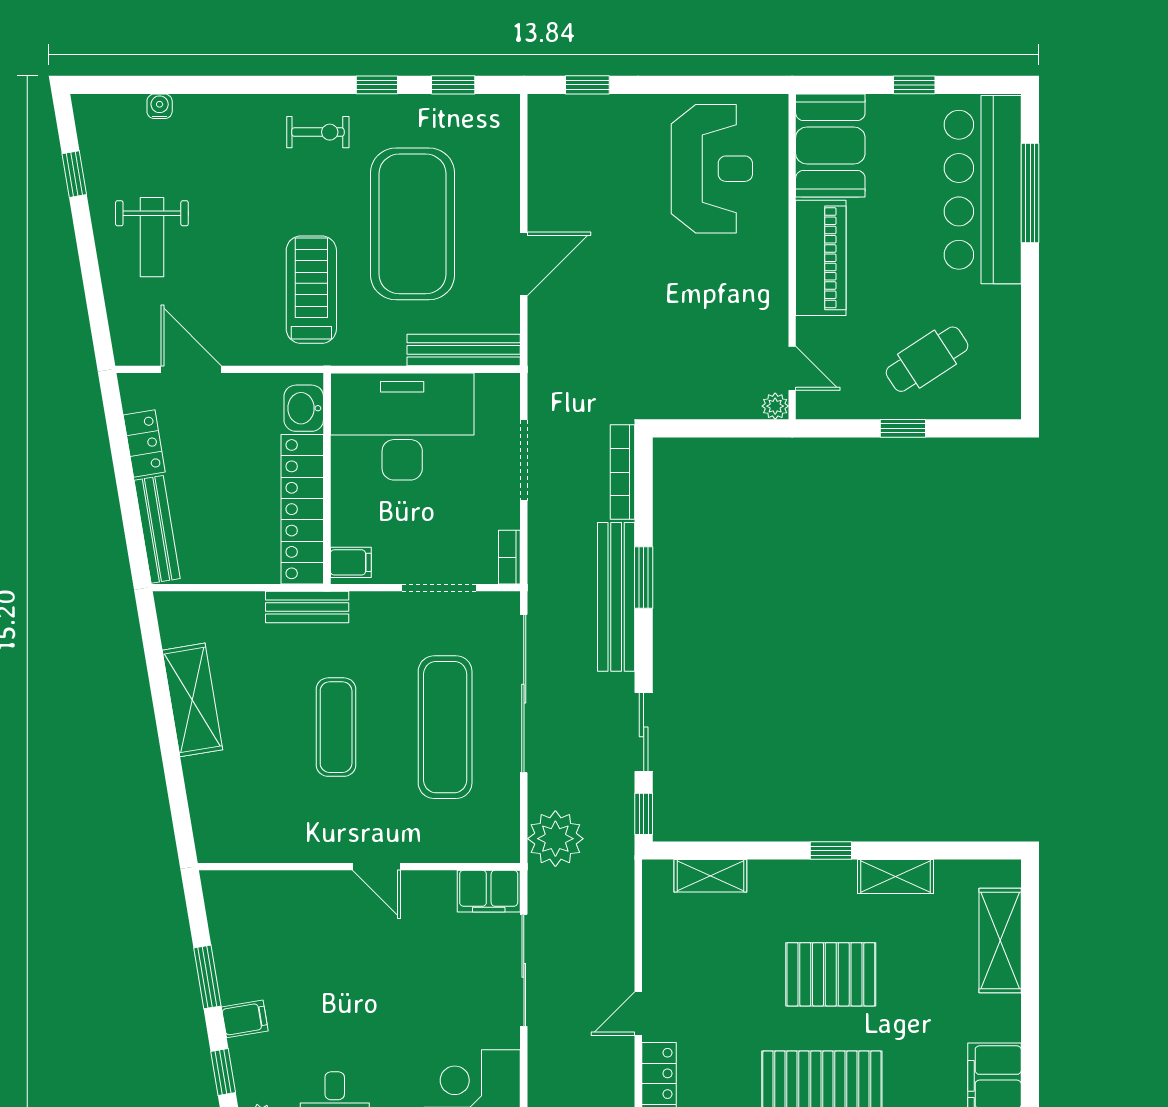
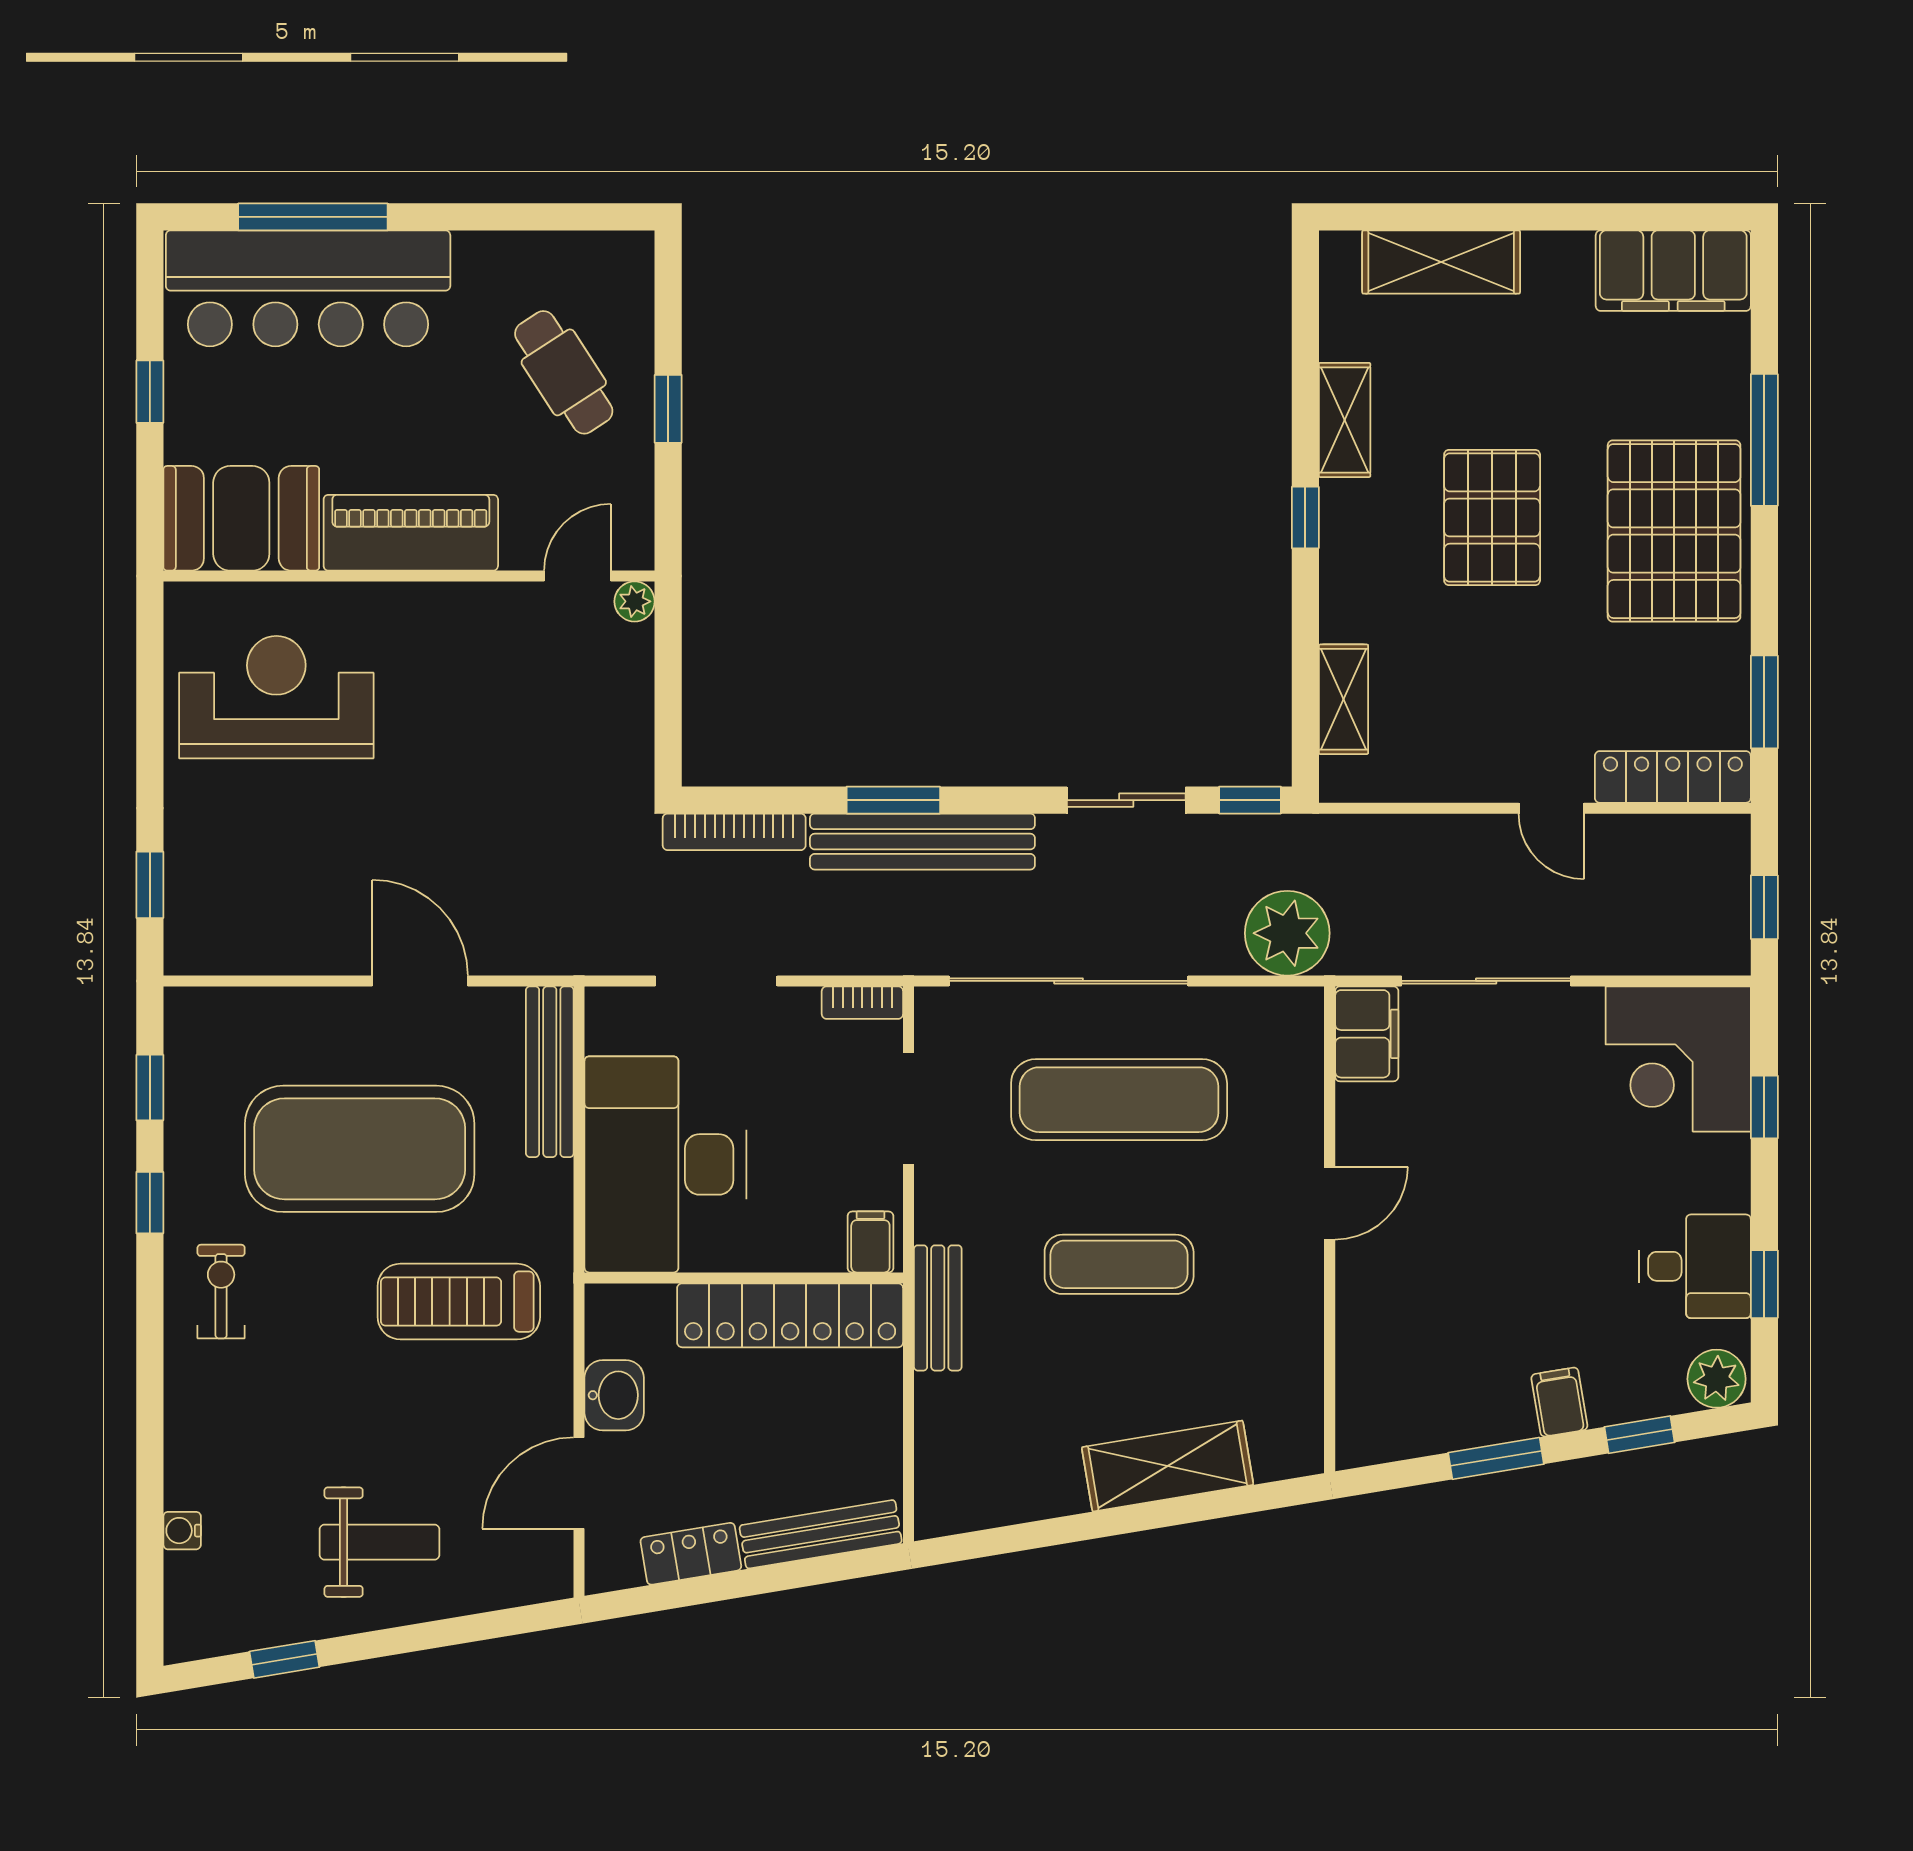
washbasin: (304, 408) -> (614, 1395), moved, turned -90
shelving: (192, 700) -> (1168, 1466), moved

